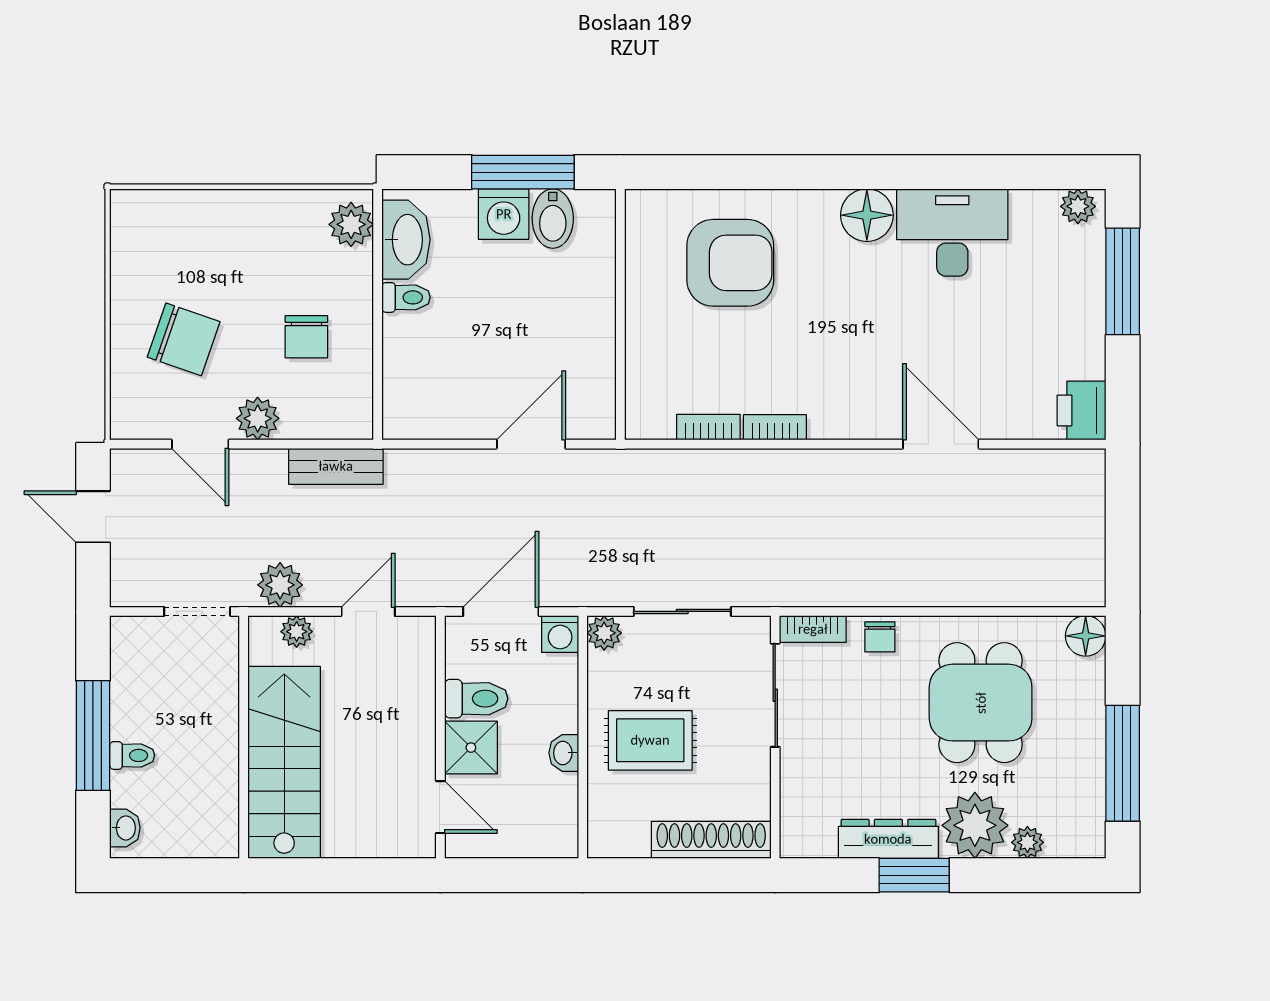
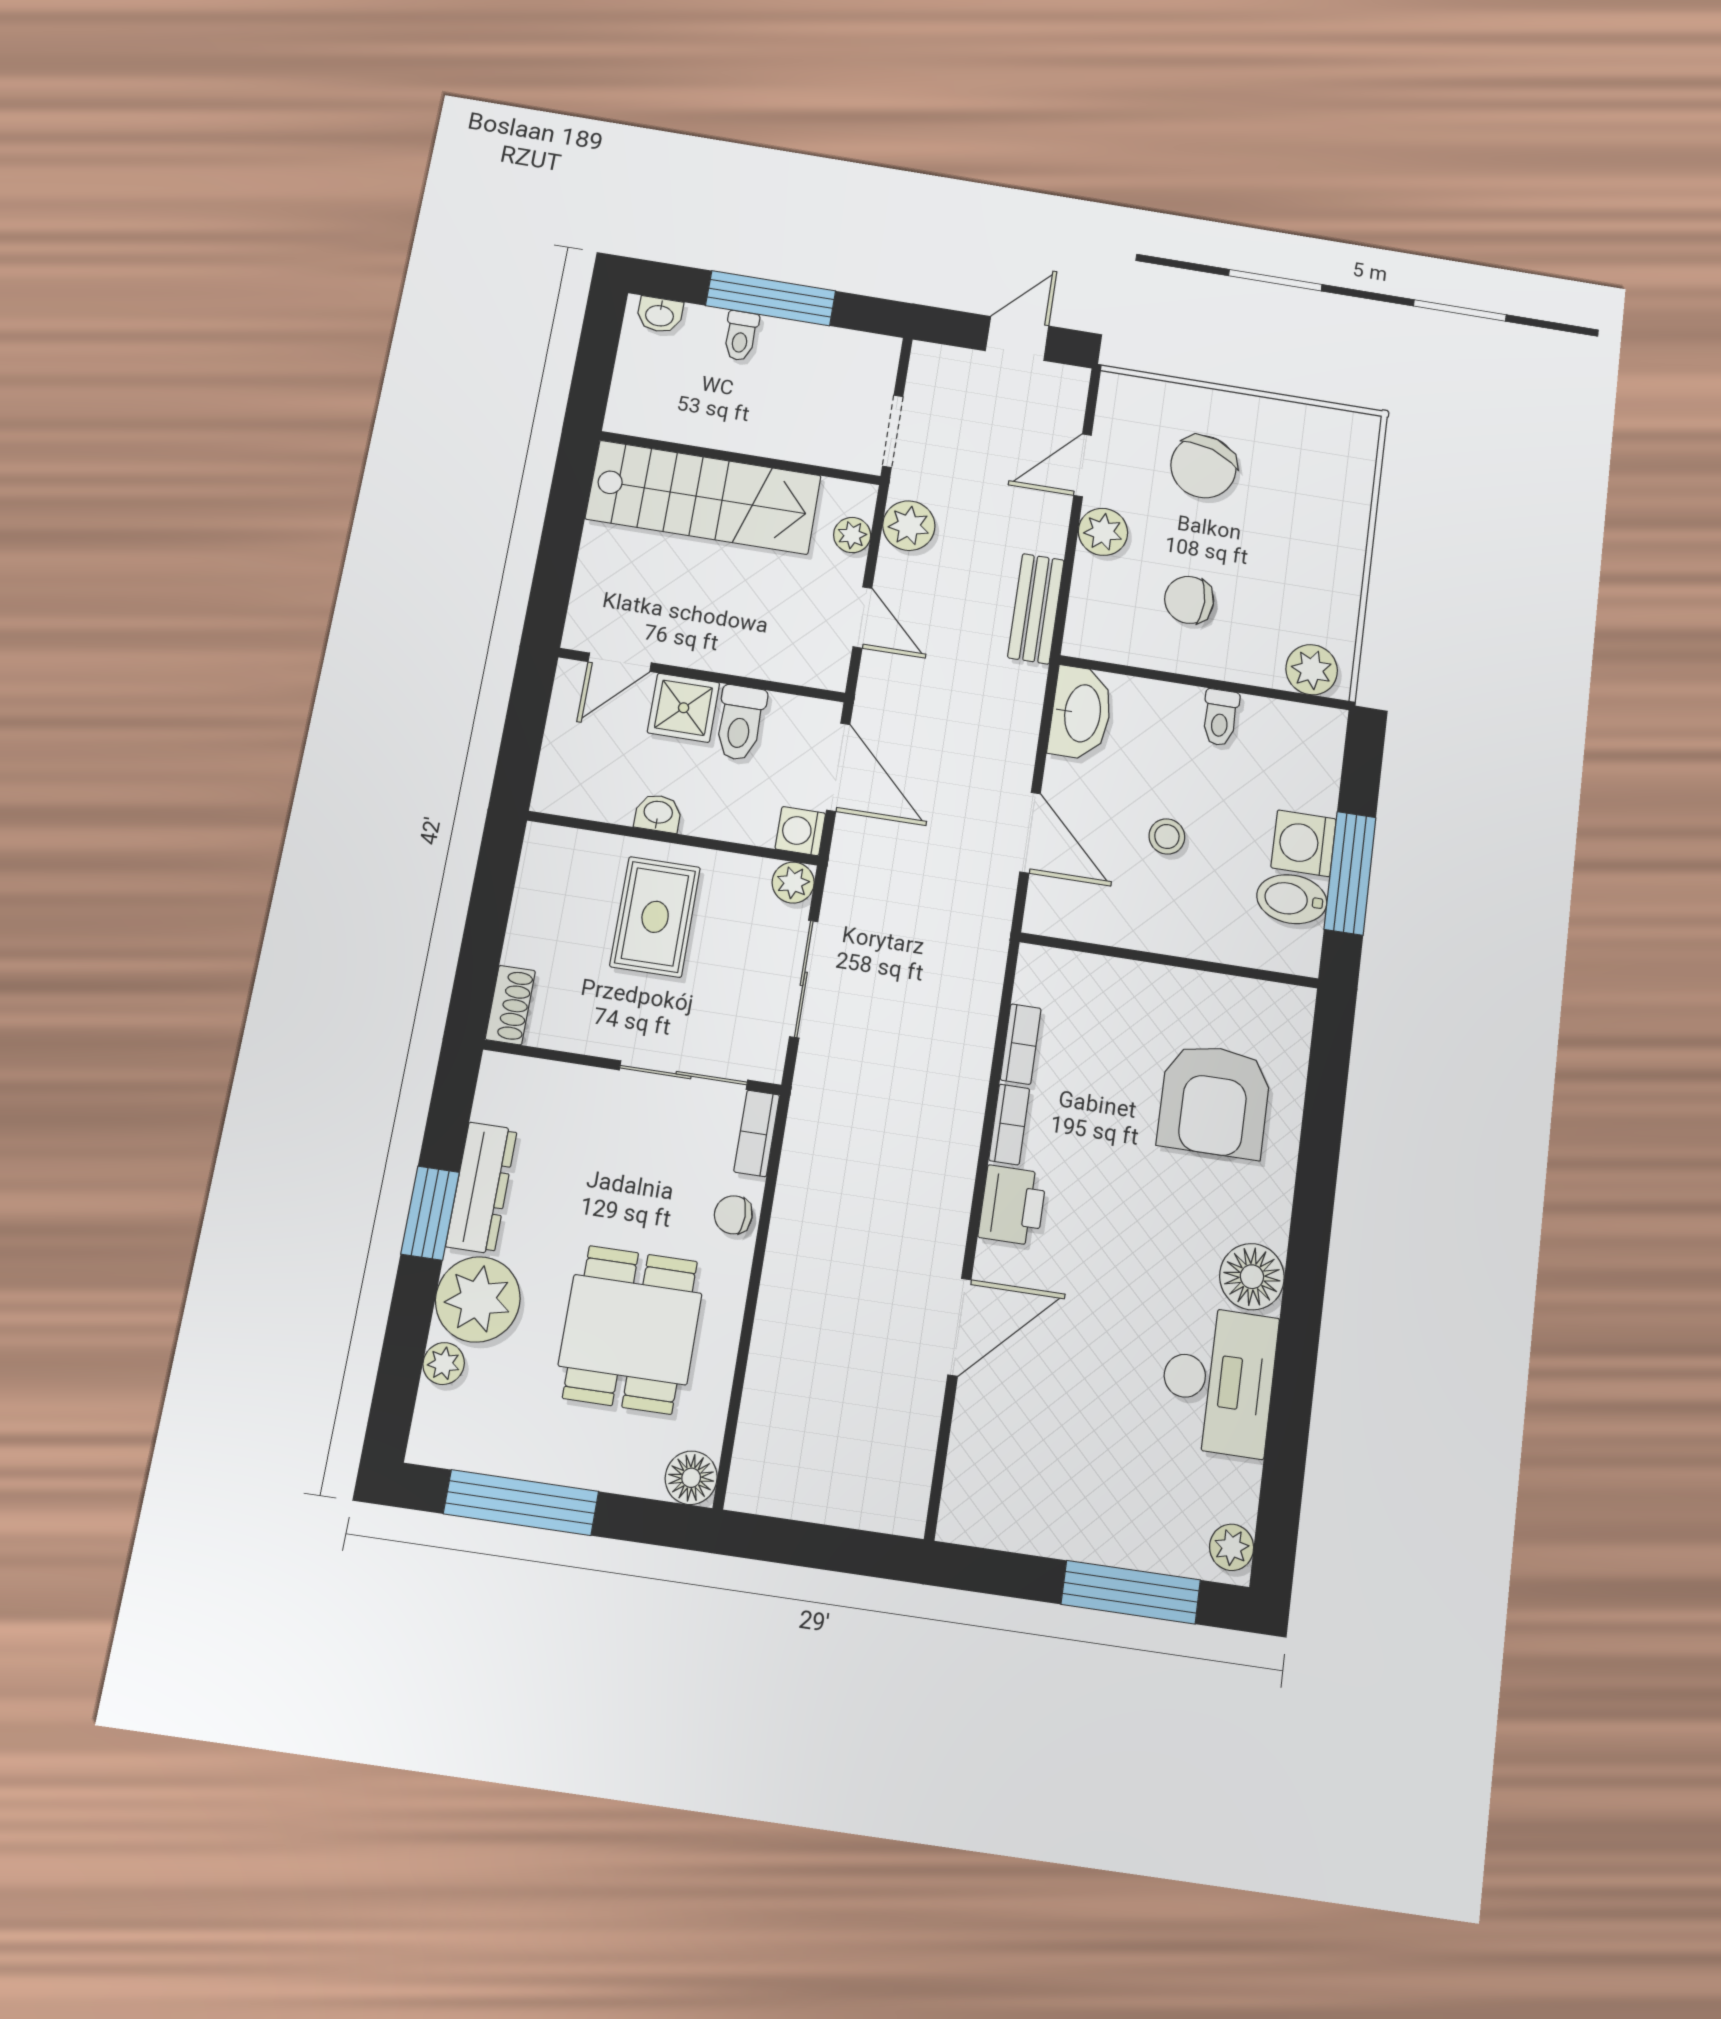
washbasin: (406, 240) -> (1081, 713), moved, turned -90
stool: (516, 330) -> (1167, 836), added
printer: (1082, 410) -> (1012, 1205), moved, turned 90
dining table: (981, 703) -> (630, 1330), turned 90
shoe rack: (711, 840) -> (510, 1005), width x0.51, depth x0.81

